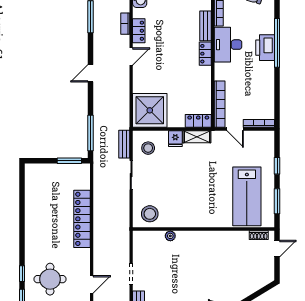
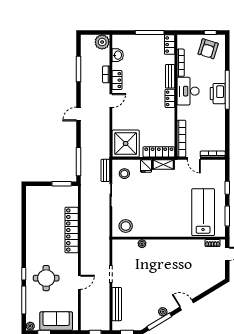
locker: (198, 121) -> (159, 152), width x1.53
lab bench: (247, 196) -> (203, 212), turned 180

